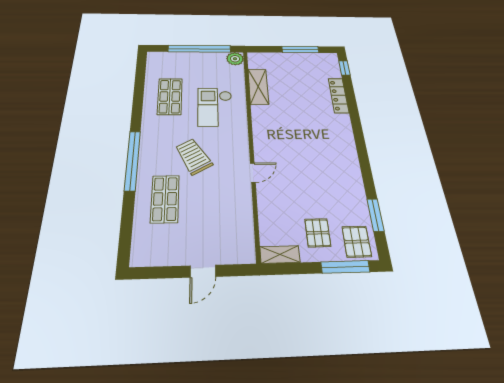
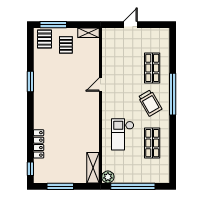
shelving: (258, 87) -> (93, 168), moved
checkout: (215, 107) -> (123, 134), turned 180
trolley: (194, 156) -> (150, 103), moved
window: (375, 215) -> (30, 82), moved

